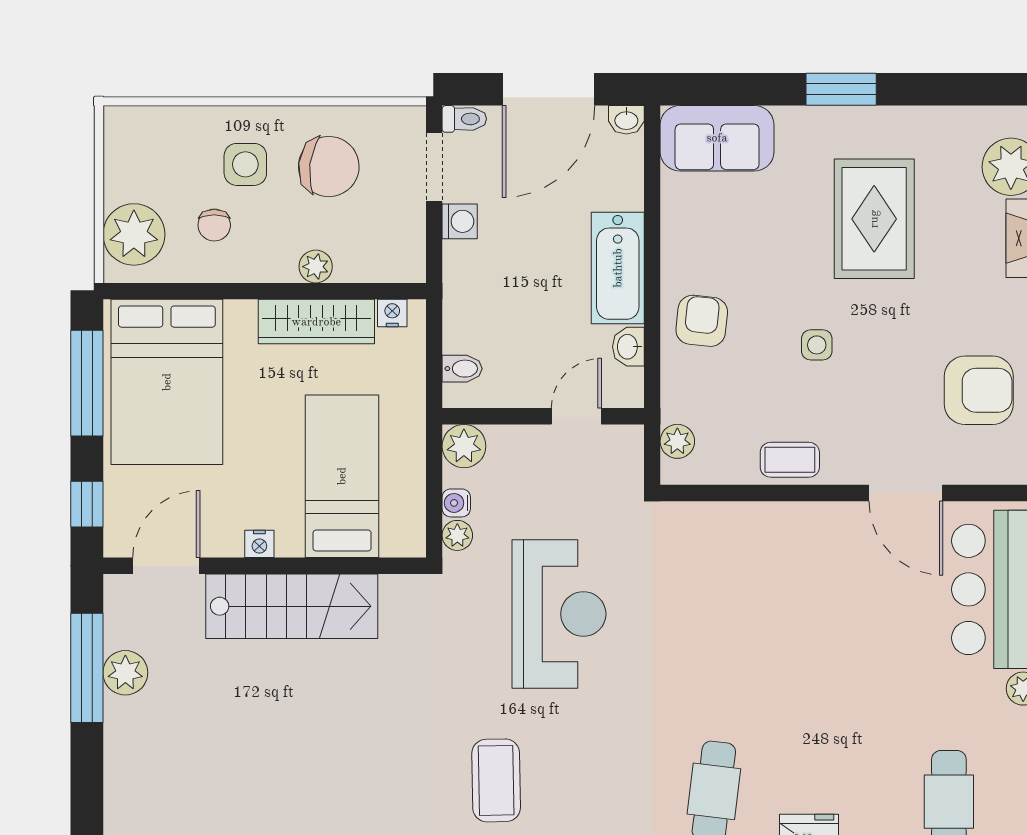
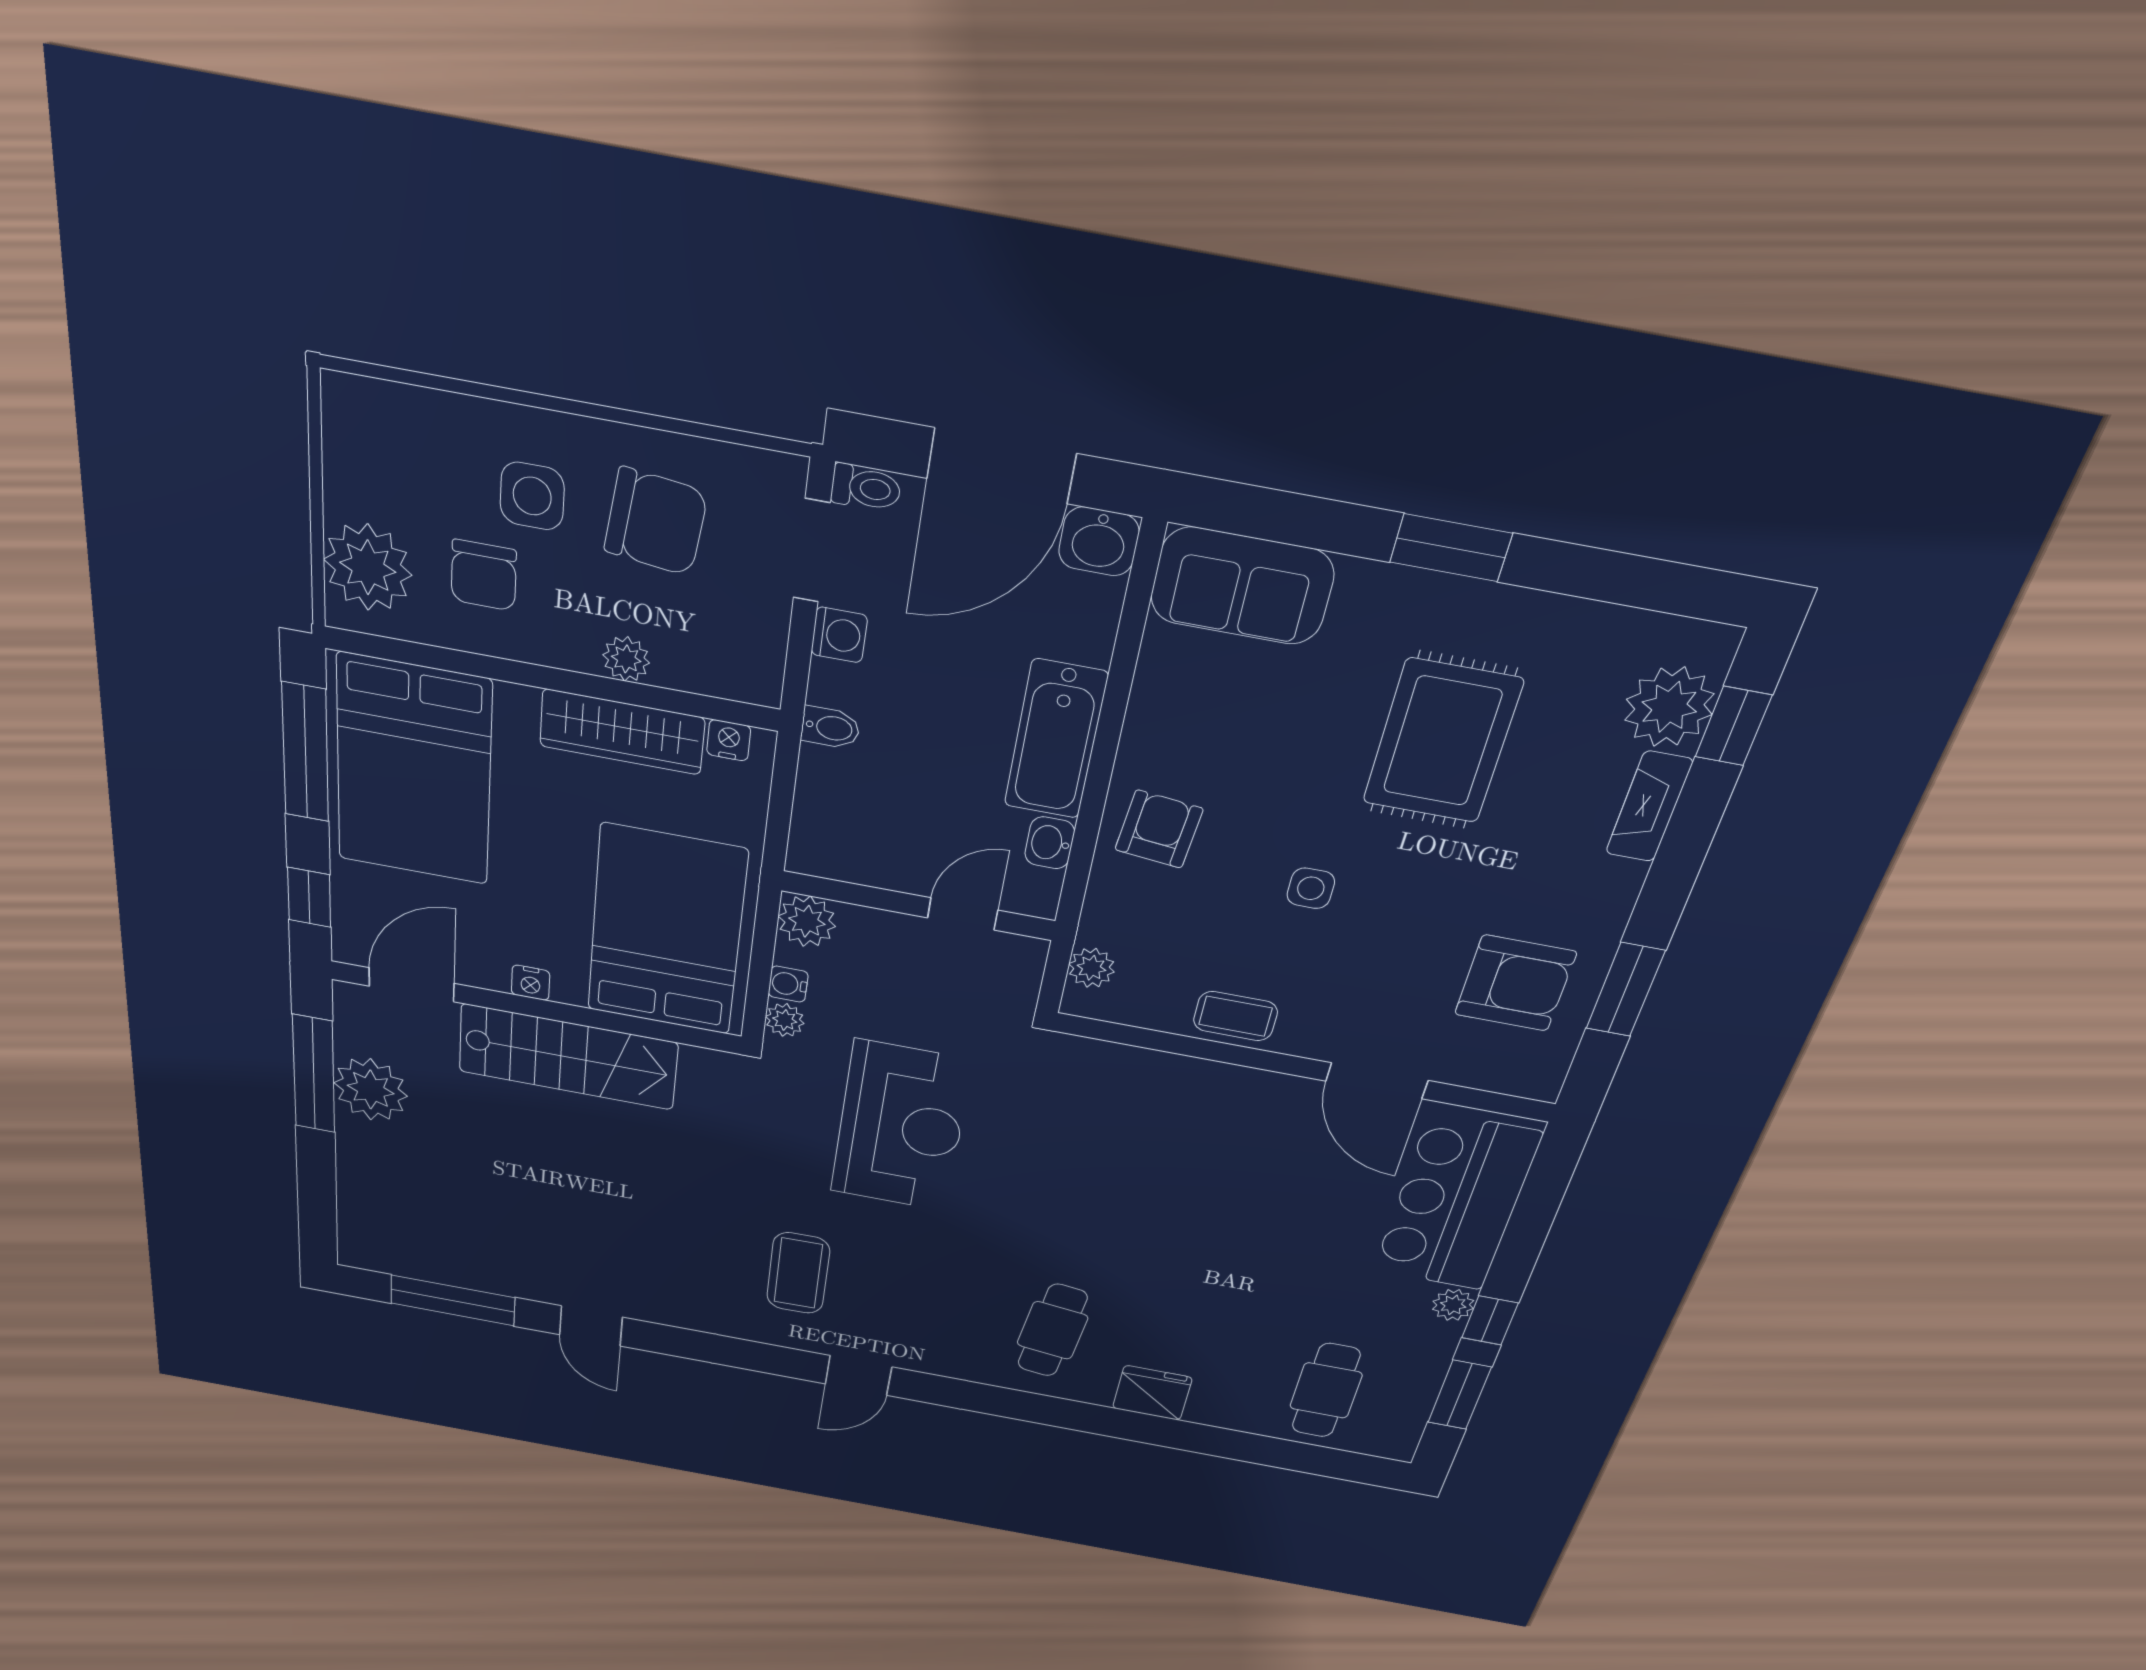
washbasin: (626, 120) -> (1099, 541), width x1.38, depth x1.45
chair: (214, 225) -> (484, 575), width x1.37, depth x1.37
bidet: (462, 369) -> (830, 728), moved
bed: (342, 476) -> (666, 931), width x1.50
plant: (125, 673) -> (371, 1089), width x1.36, depth x1.36

